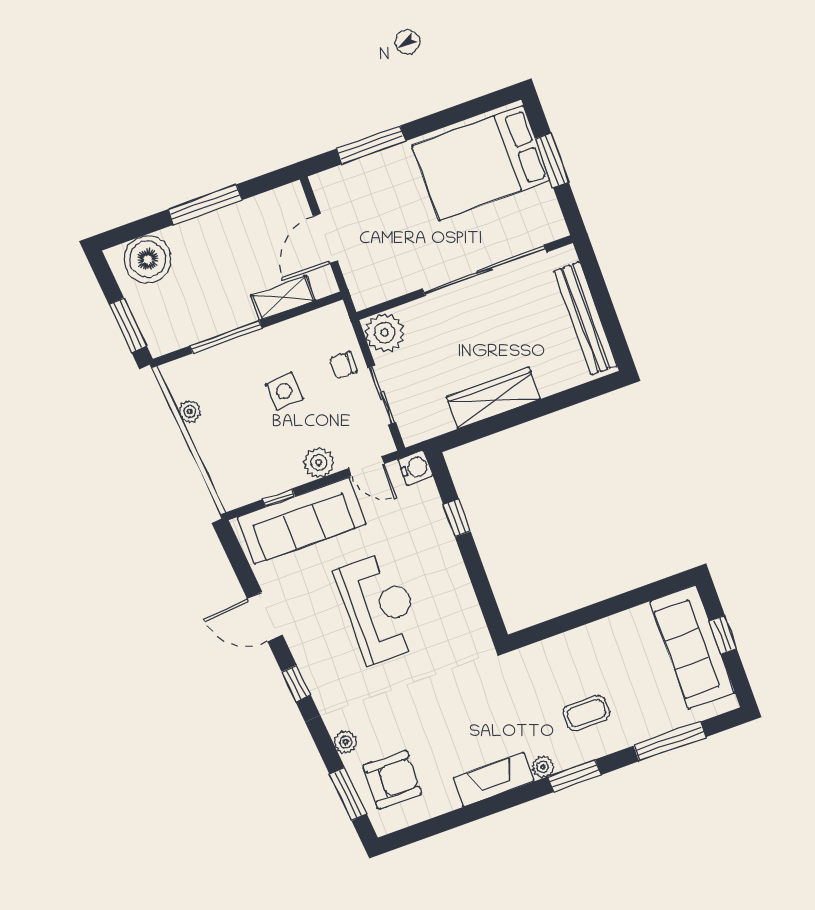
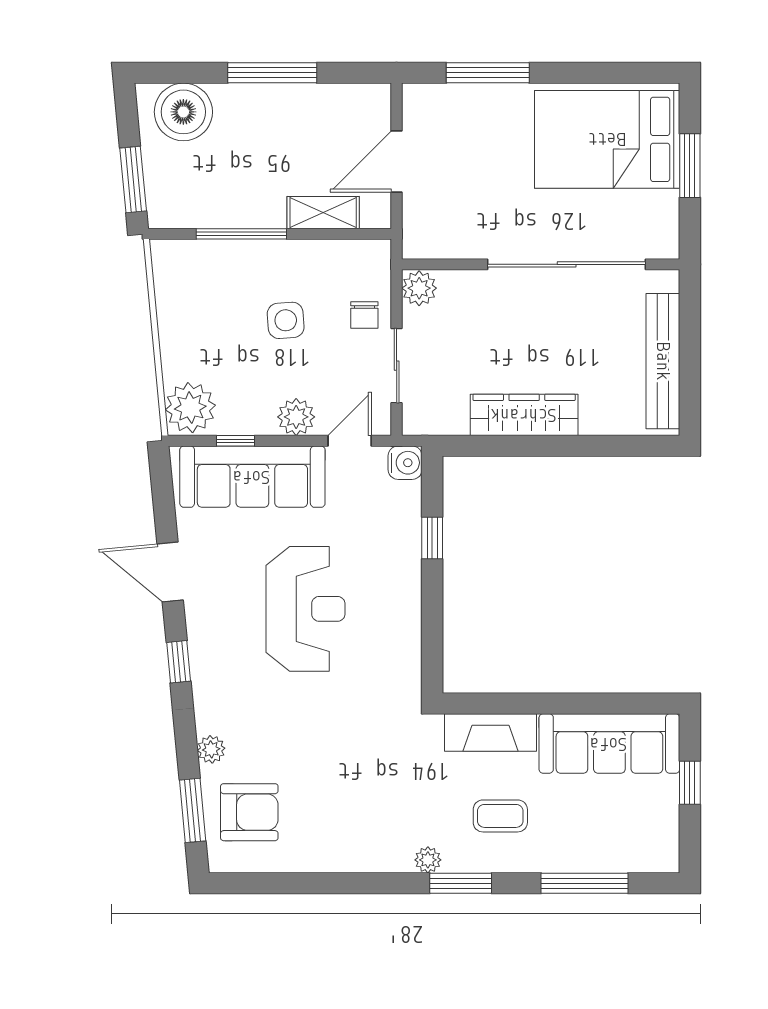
plant: (384, 333) -> (419, 288), width x0.73, depth x0.73
chair: (343, 365) -> (364, 315), turned -90
plant: (190, 411) -> (190, 408), moved, width x1.87, depth x1.87
door: (367, 466) -> (350, 441), swing flipped
sofa: (692, 647) -> (609, 744), moved, turned -90
fireplace: (494, 780) -> (491, 733), moved, turned 180

